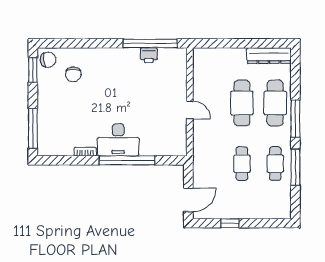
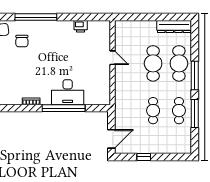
window: (150, 43) -> (36, 17), moved
door: (190, 110) -> (113, 58), moved
desk: (118, 140) -> (68, 92), moved

